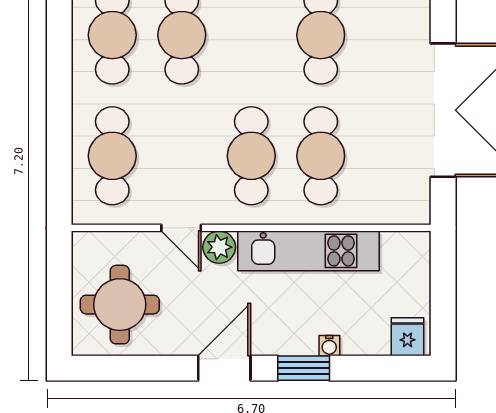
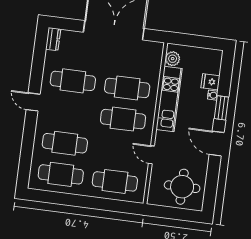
door: (181, 228) -> (151, 155), swing flipped
plant: (219, 247) -> (173, 59), moved
fridge: (407, 337) -> (210, 82), moved

